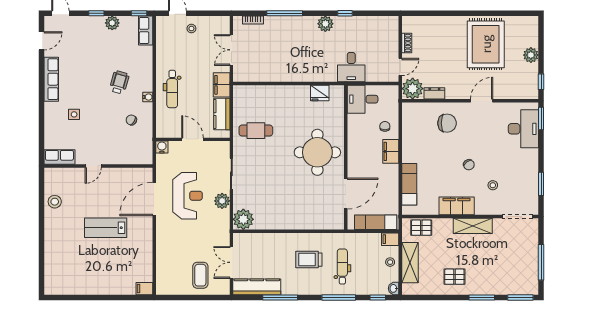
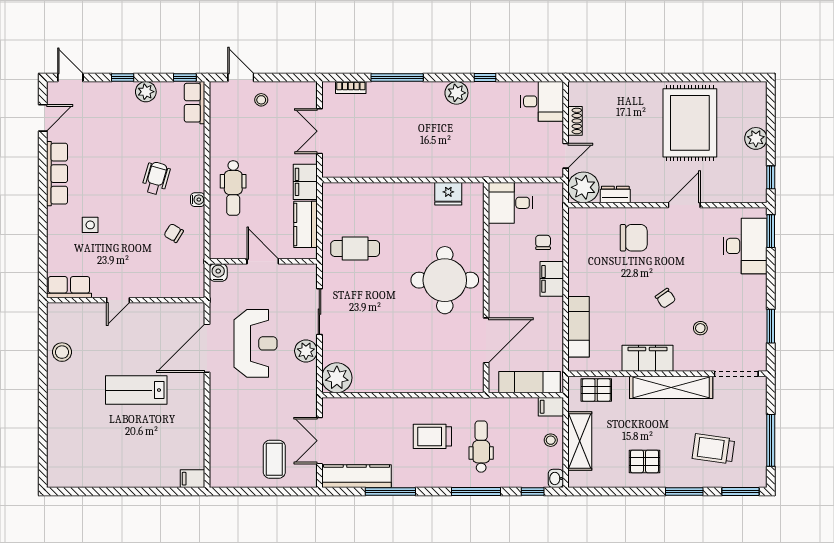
desk: (351, 67) -> (542, 101), moved, turned -90
shelving: (473, 226) -> (671, 387), width x1.47
trolley: (502, 268) -> (713, 449), added

